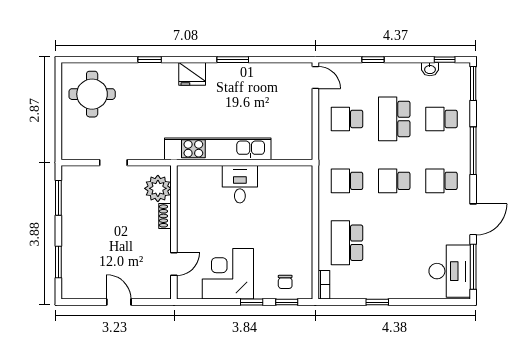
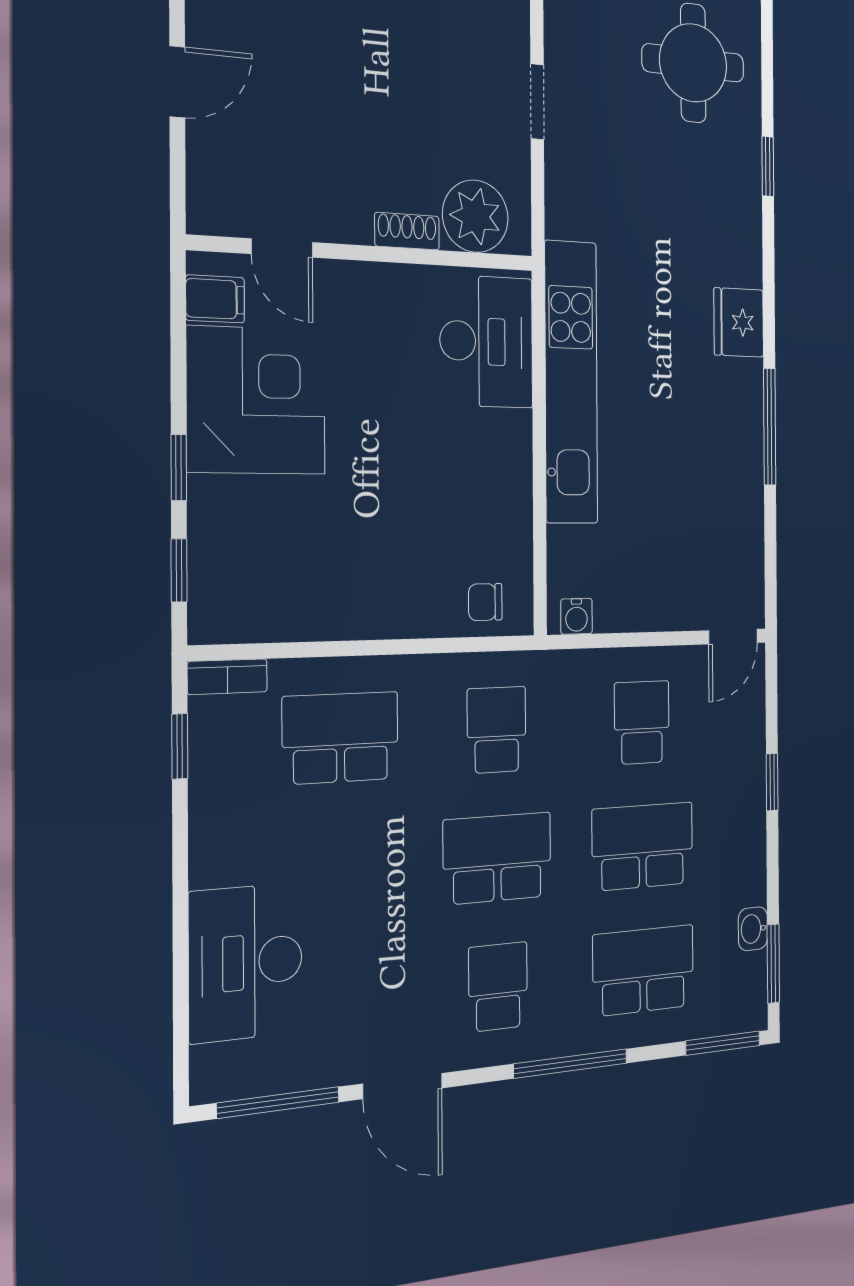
window: (150, 60) -> (768, 166), moved
window: (233, 60) -> (770, 427), width x1.44
window: (445, 60) -> (773, 964), width x1.50
school desk: (441, 119) -> (643, 970), width x1.85
water cooler: (306, 147) -> (576, 616), added
school desk: (394, 181) -> (497, 858), width x1.85
desk: (240, 184) -> (486, 342), moved, width x1.37
desk: (450, 271) -> (246, 962), moved, turned 90
chair: (285, 282) -> (485, 602), moved
filing cabinet: (193, 289) -> (215, 299), added
window: (377, 302) -> (180, 746), moved

